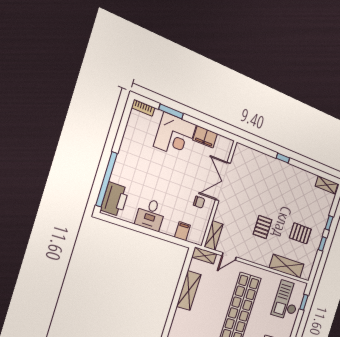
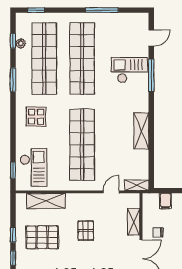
pallet: (300, 233) -> (42, 237), width x1.50, depth x1.42
shelving: (214, 235) -> (134, 222), moved
shelving: (189, 290) -> (141, 131), moved

